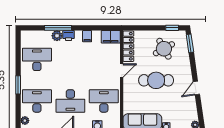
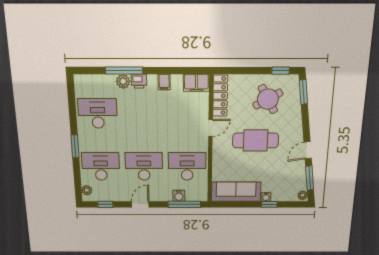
desk: (70, 101) -> (144, 166), turned 180
window: (200, 111) -> (310, 178), added

